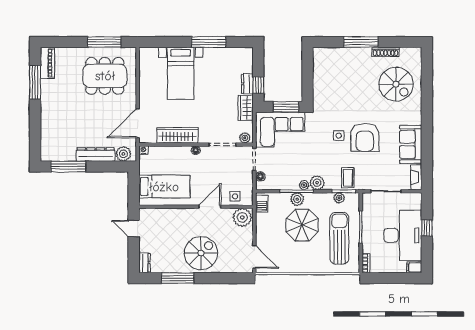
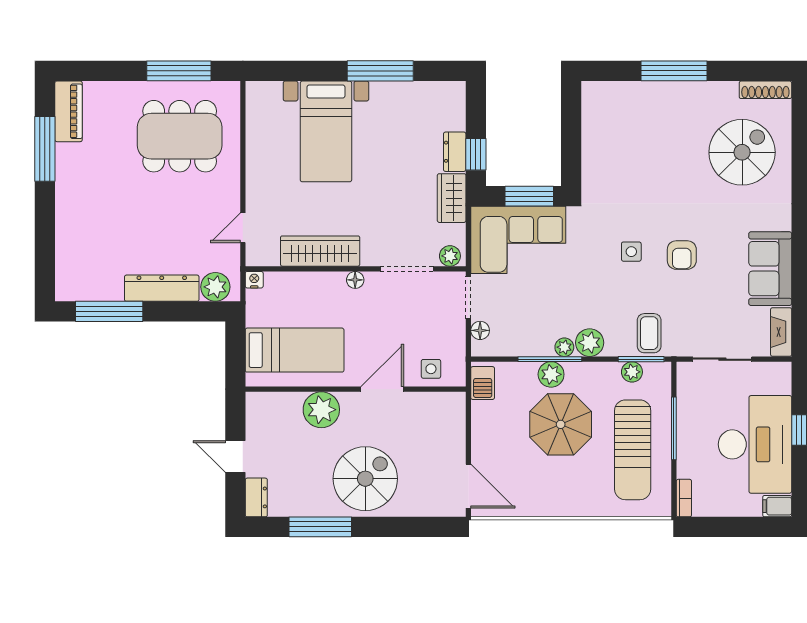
shoe rack: (386, 52) -> (765, 90), moved
spiral stairs: (396, 84) -> (742, 152), turned -90
door: (138, 123) -> (243, 228), width x0.53
armchair: (365, 137) -> (682, 255), width x0.53, depth x0.53
plant: (242, 217) -> (321, 410), moved
door: (134, 229) -> (235, 457), moved
sun lounger: (339, 238) -> (633, 450), turned 180

